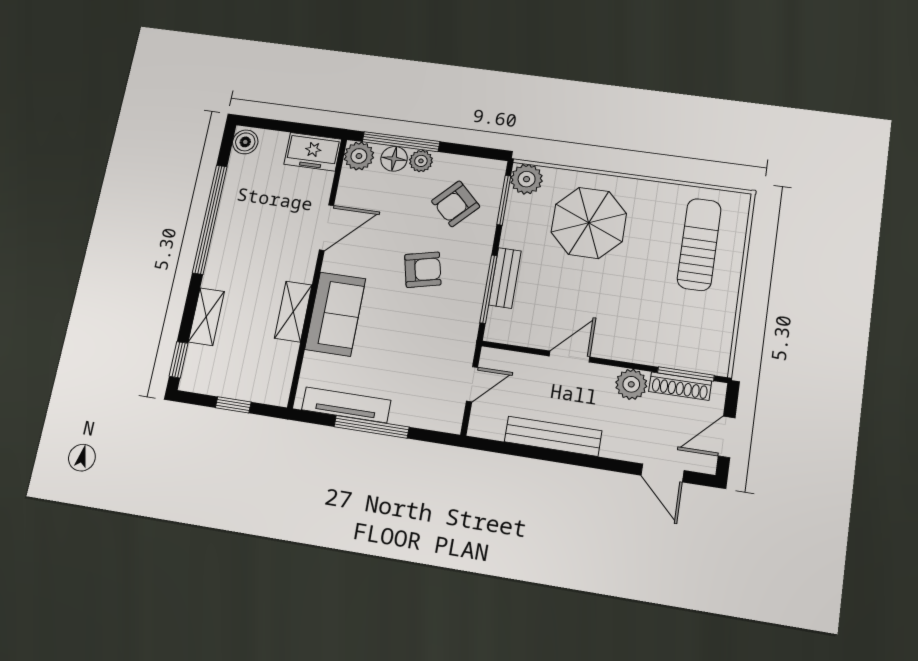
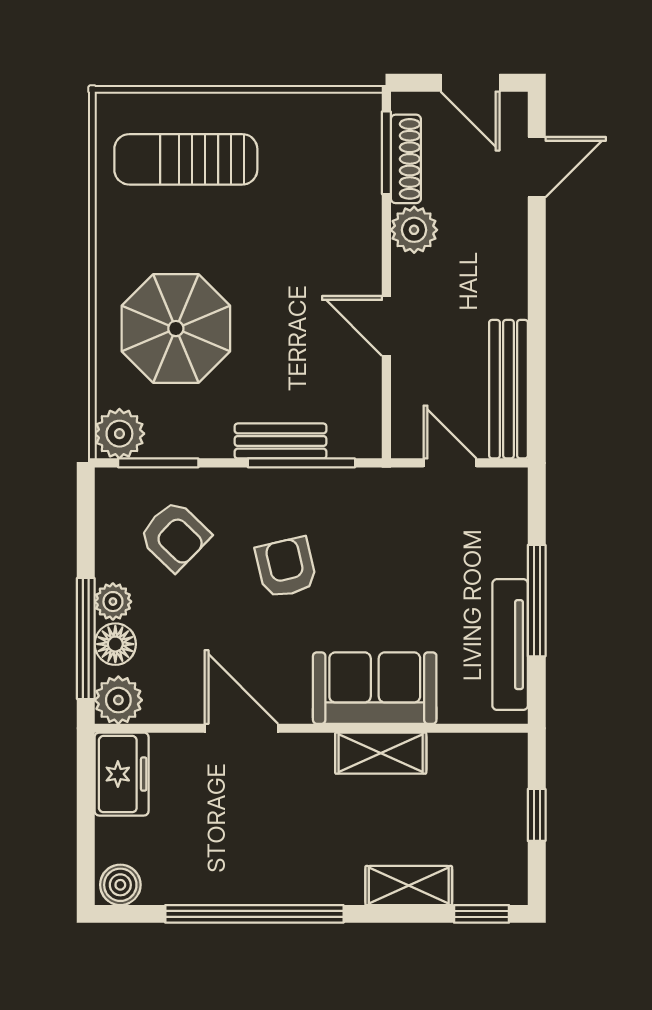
bench: (553, 436) -> (508, 389), moved

